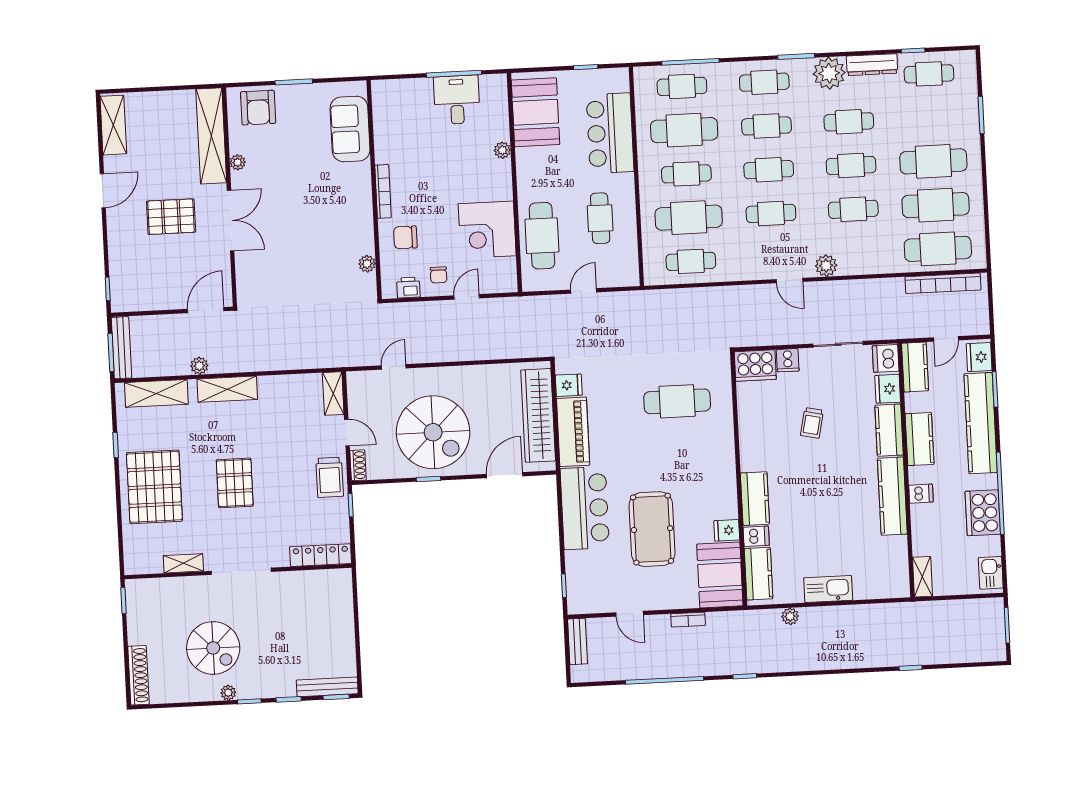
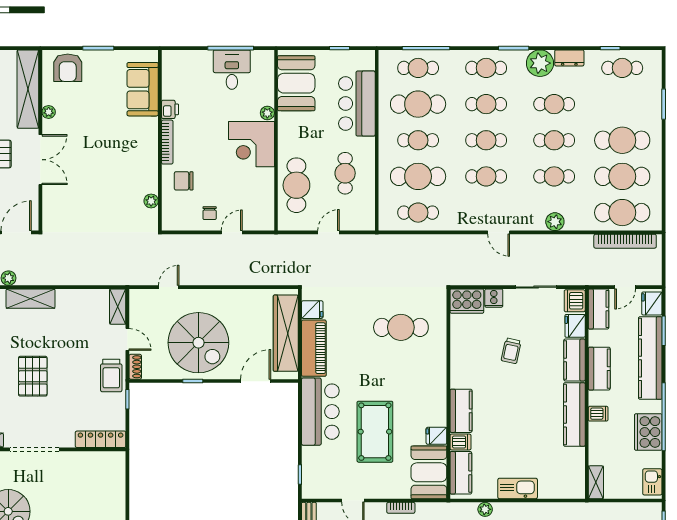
dresser: (872, 65) -> (569, 58), width x0.70
corner desk: (487, 230) -> (251, 144), moved
plant: (826, 266) -> (555, 222), moved
printer: (408, 288) -> (170, 109), moved, turned 90

